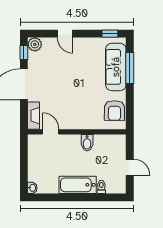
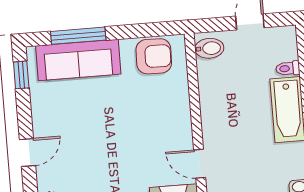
door: (51, 132) -> (200, 164), hinge flipped
bidet: (87, 143) -> (209, 48), moved

